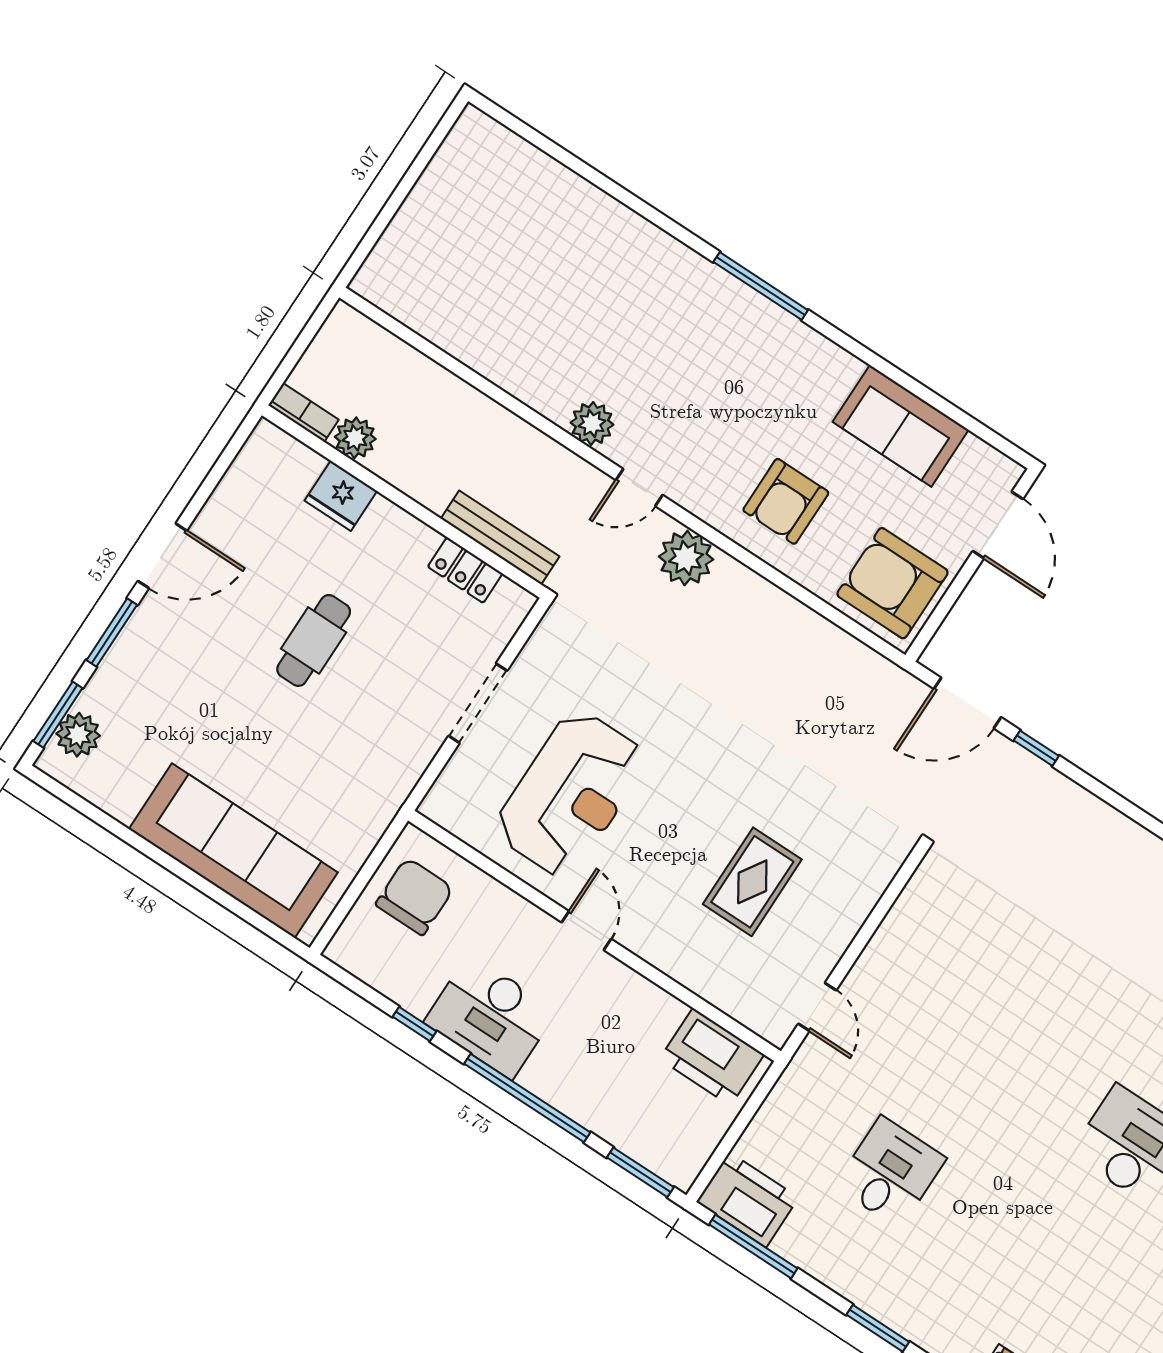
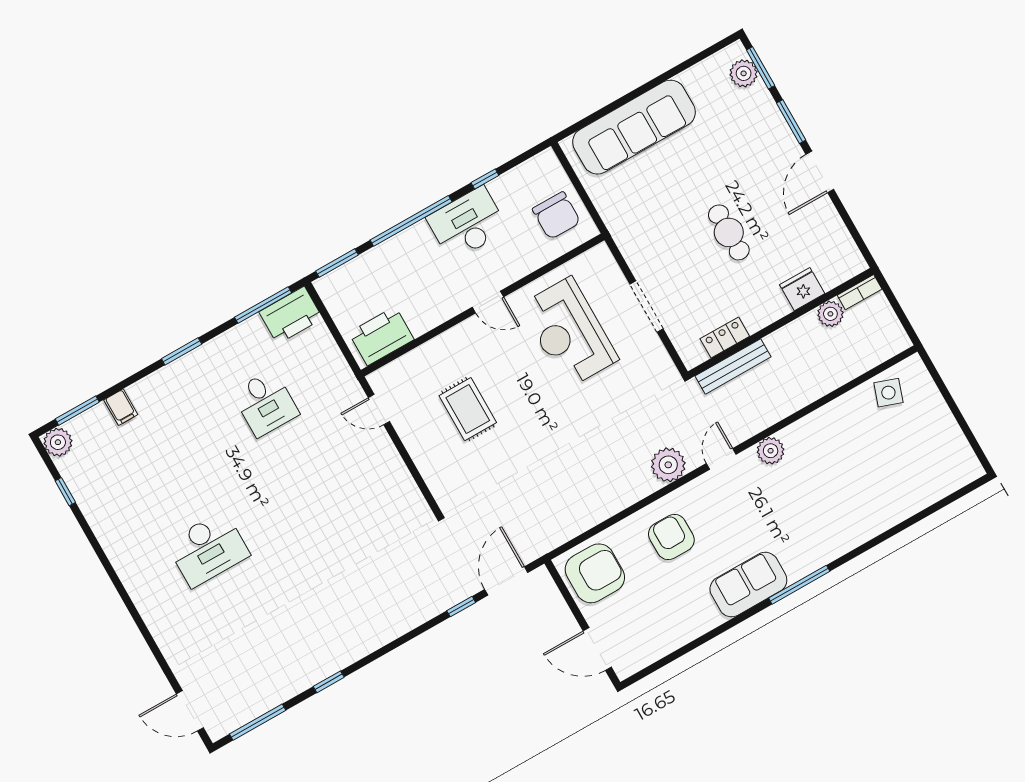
side table: (425, 299) -> (888, 393), added
sofa: (901, 426) -> (748, 585), moved

